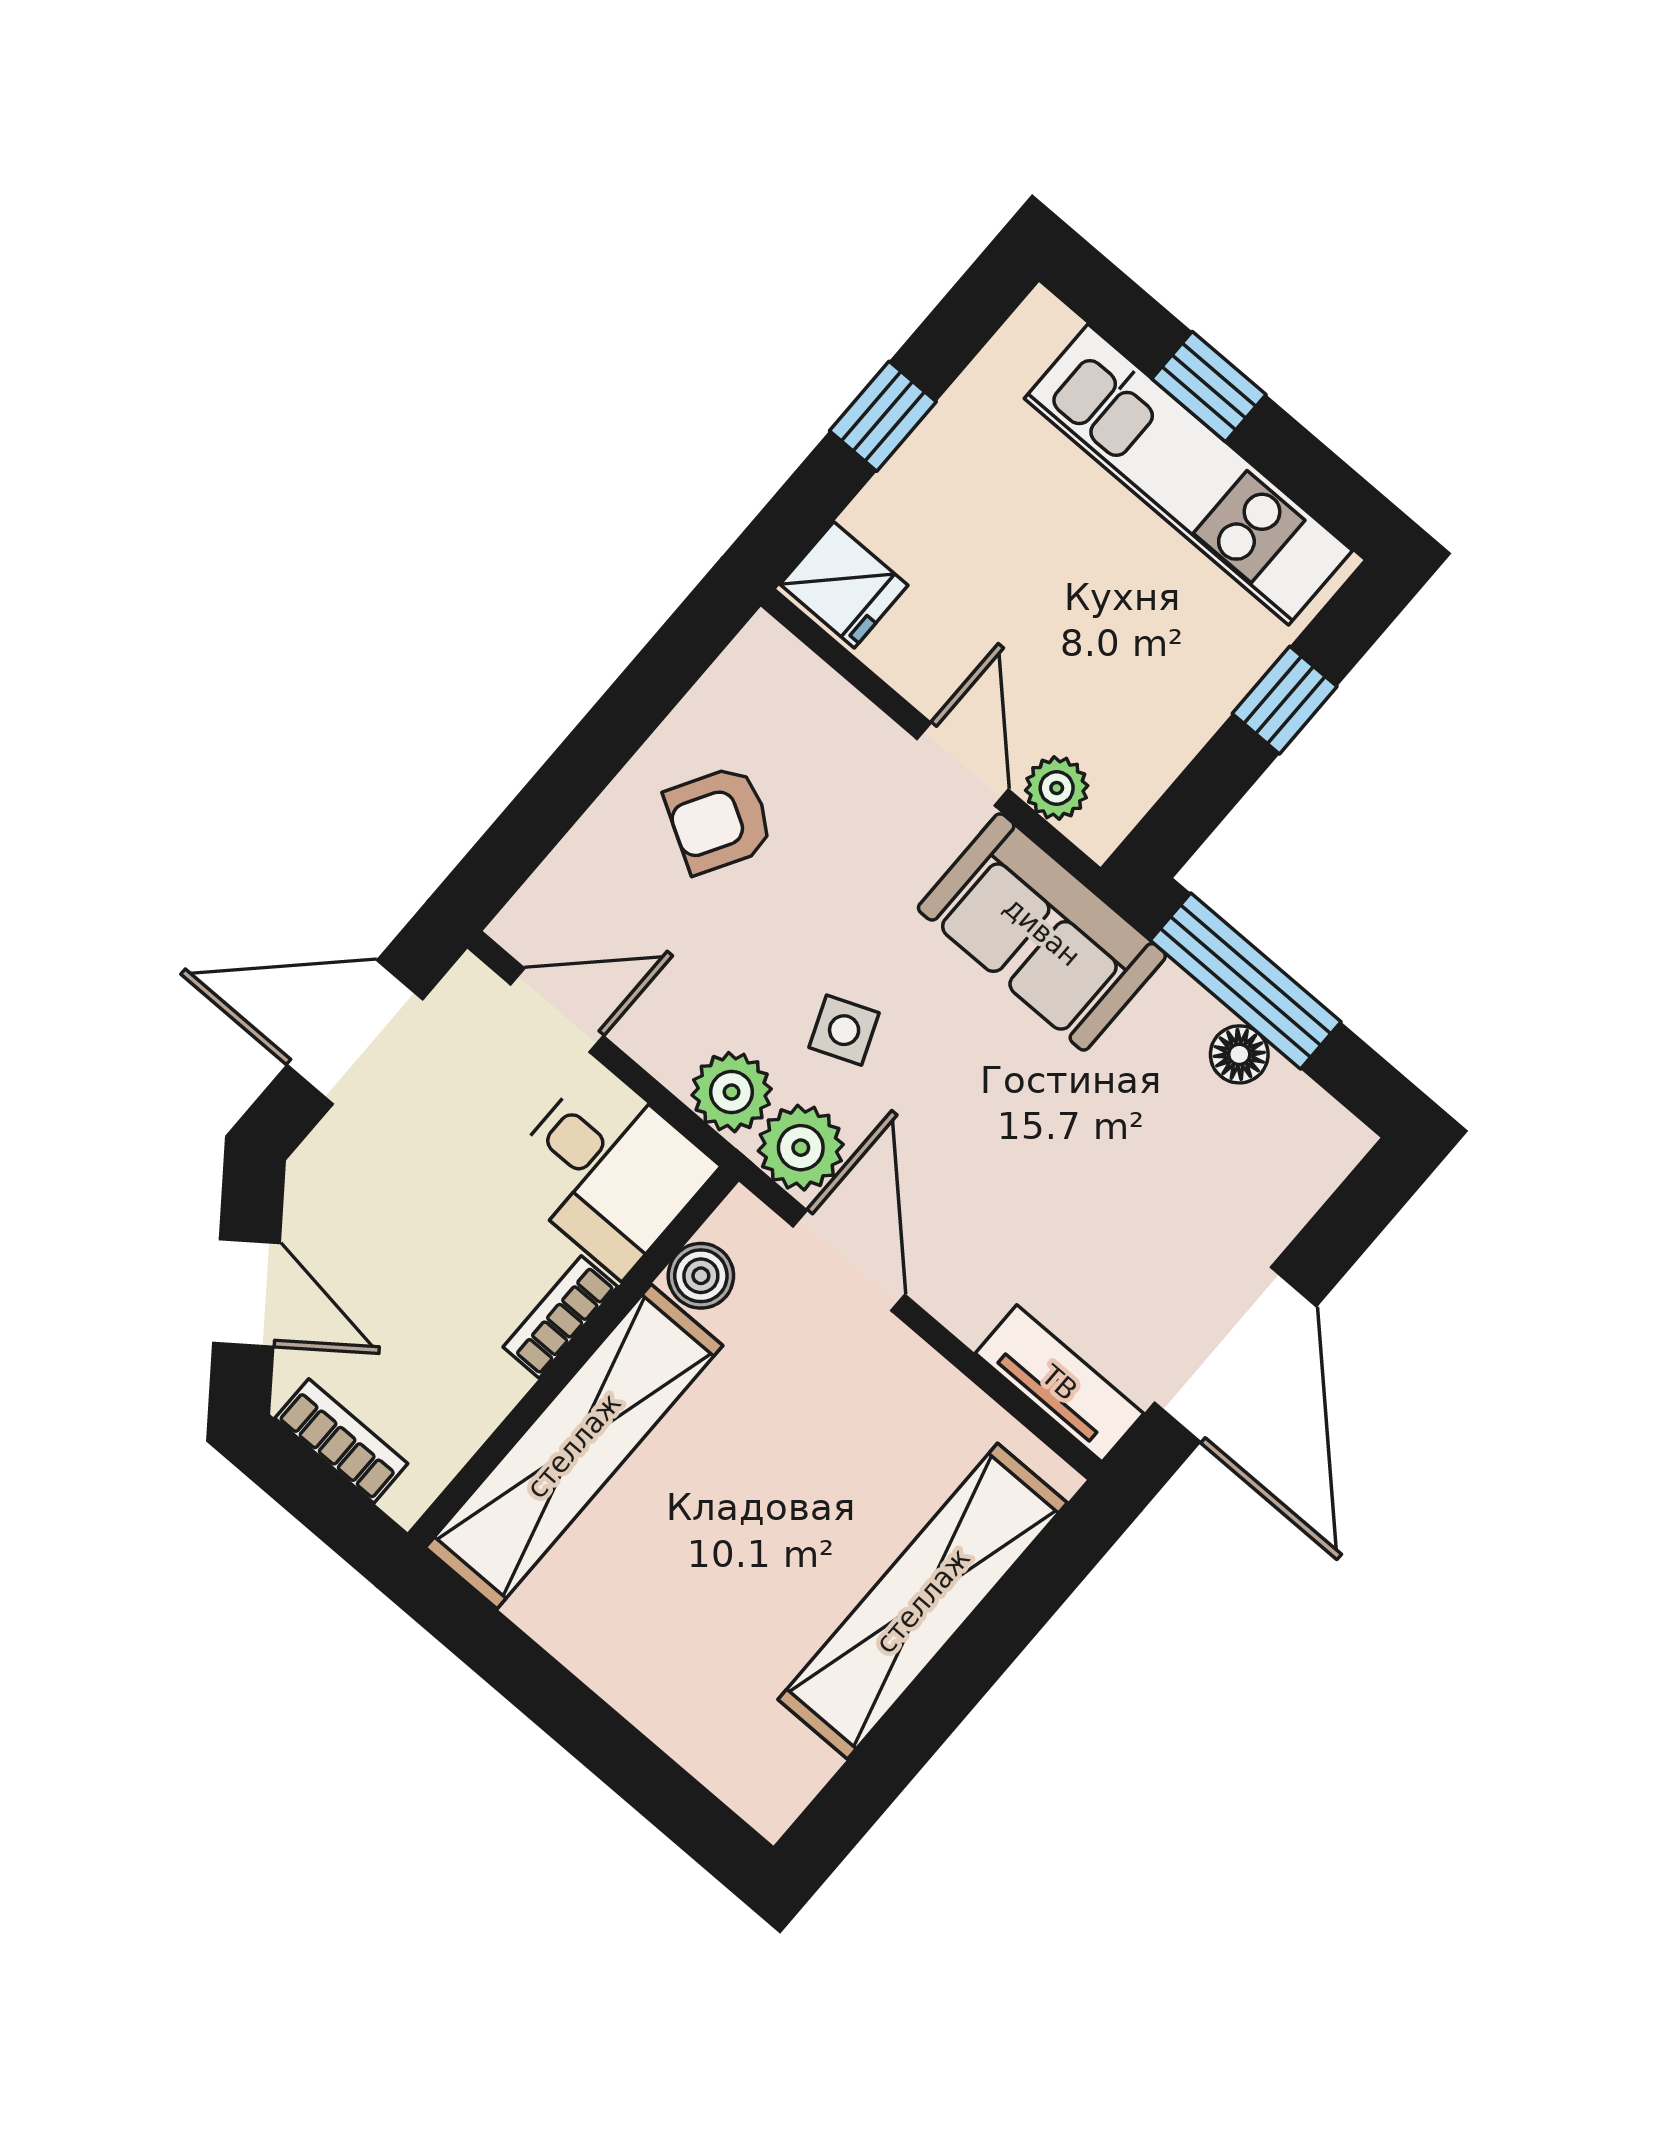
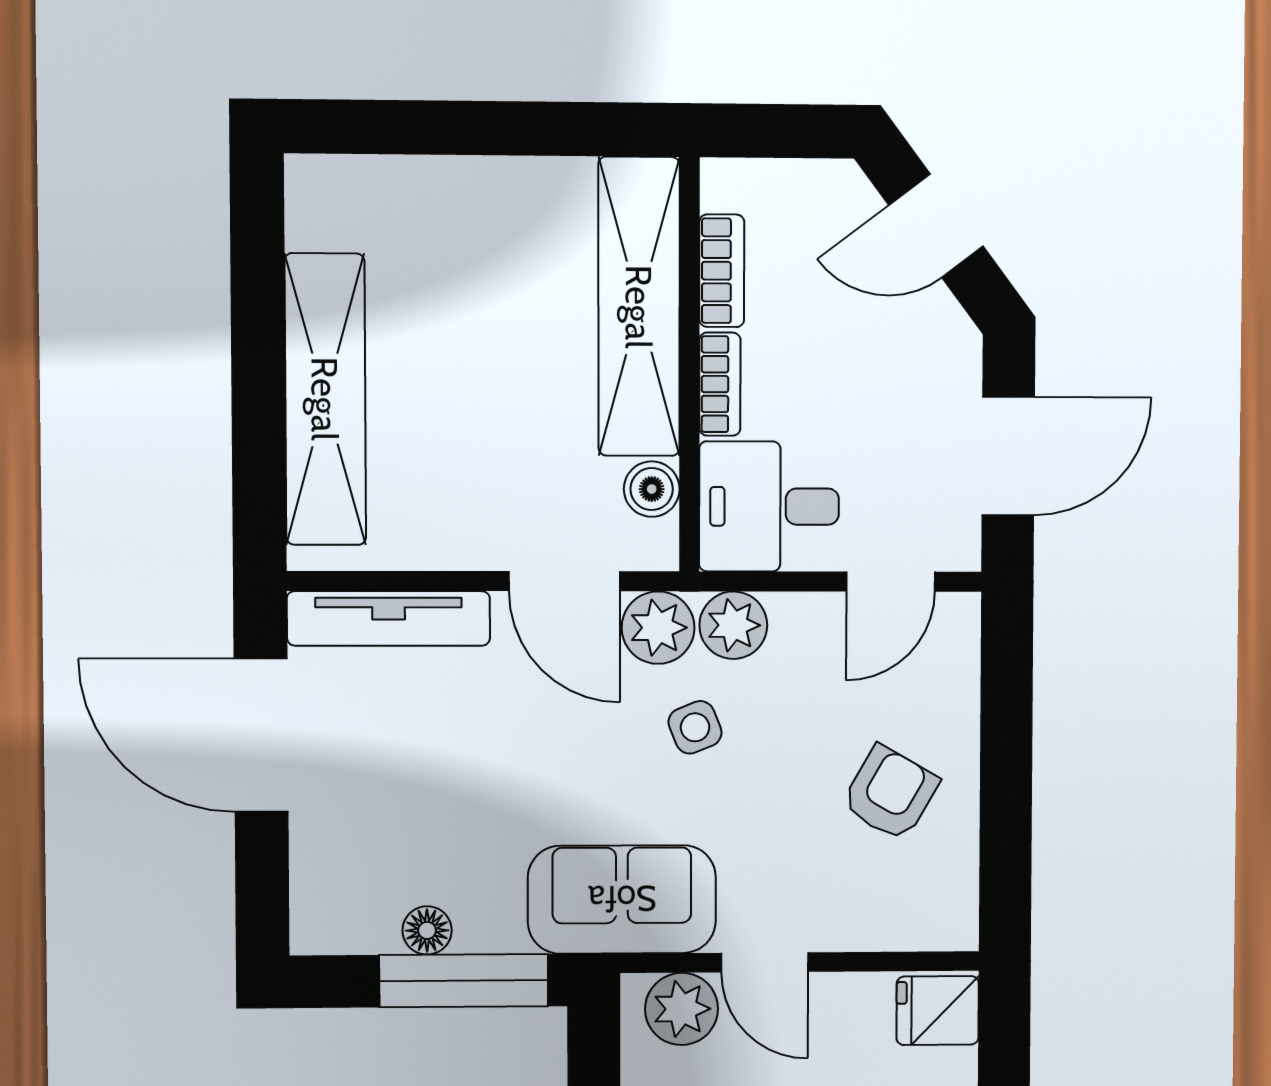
plant: (1057, 788) -> (682, 1009), width x1.38, depth x1.38
tv unit: (1059, 1383) -> (389, 618), width x1.41
bookcase: (341, 1441) -> (722, 271), moved, turned -90

